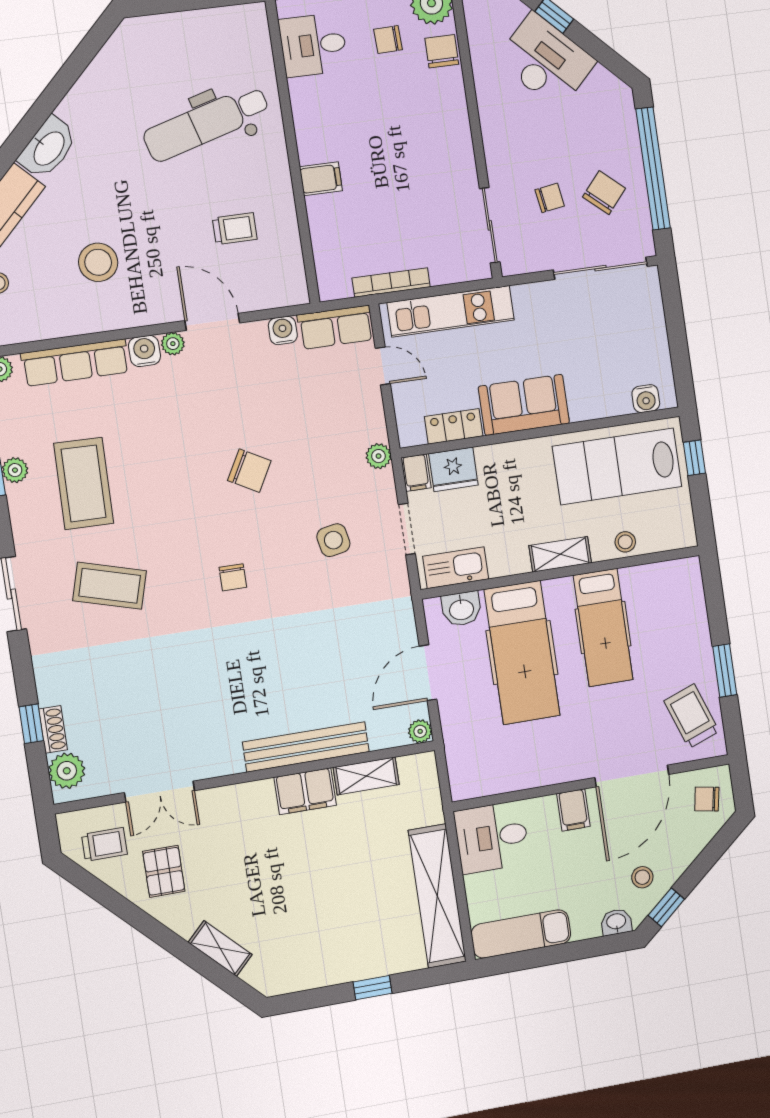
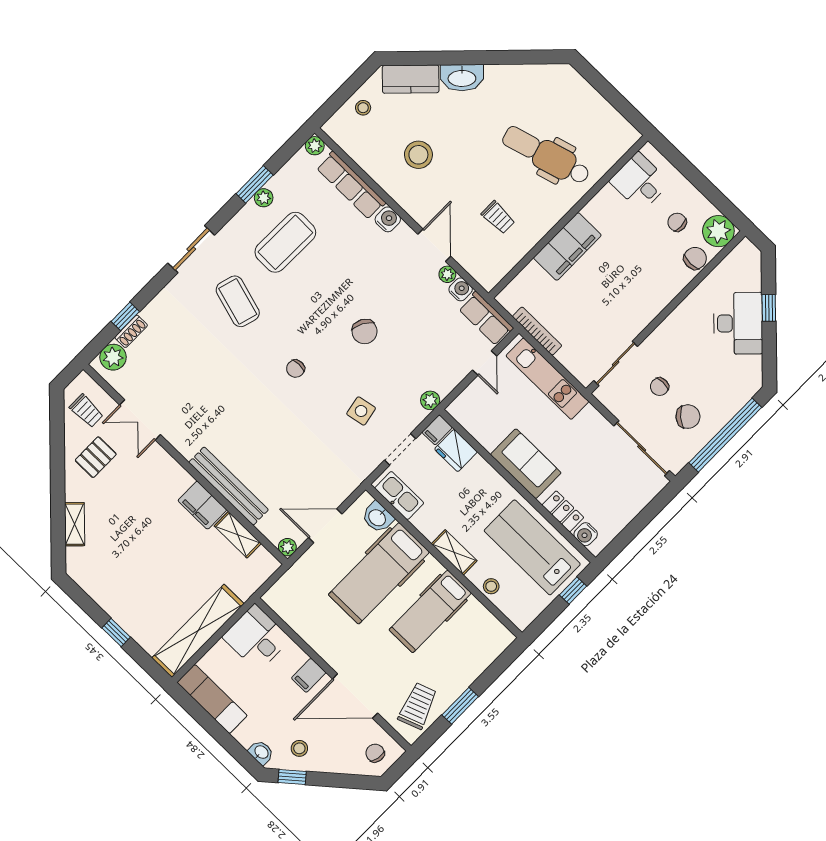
filing cabinet: (321, 179) -> (567, 246), width x3.00, depth x1.17
chair: (550, 198) -> (659, 387), turned 99
plant: (173, 344) -> (447, 274), moved
locker: (454, 426) -> (563, 511), moved

